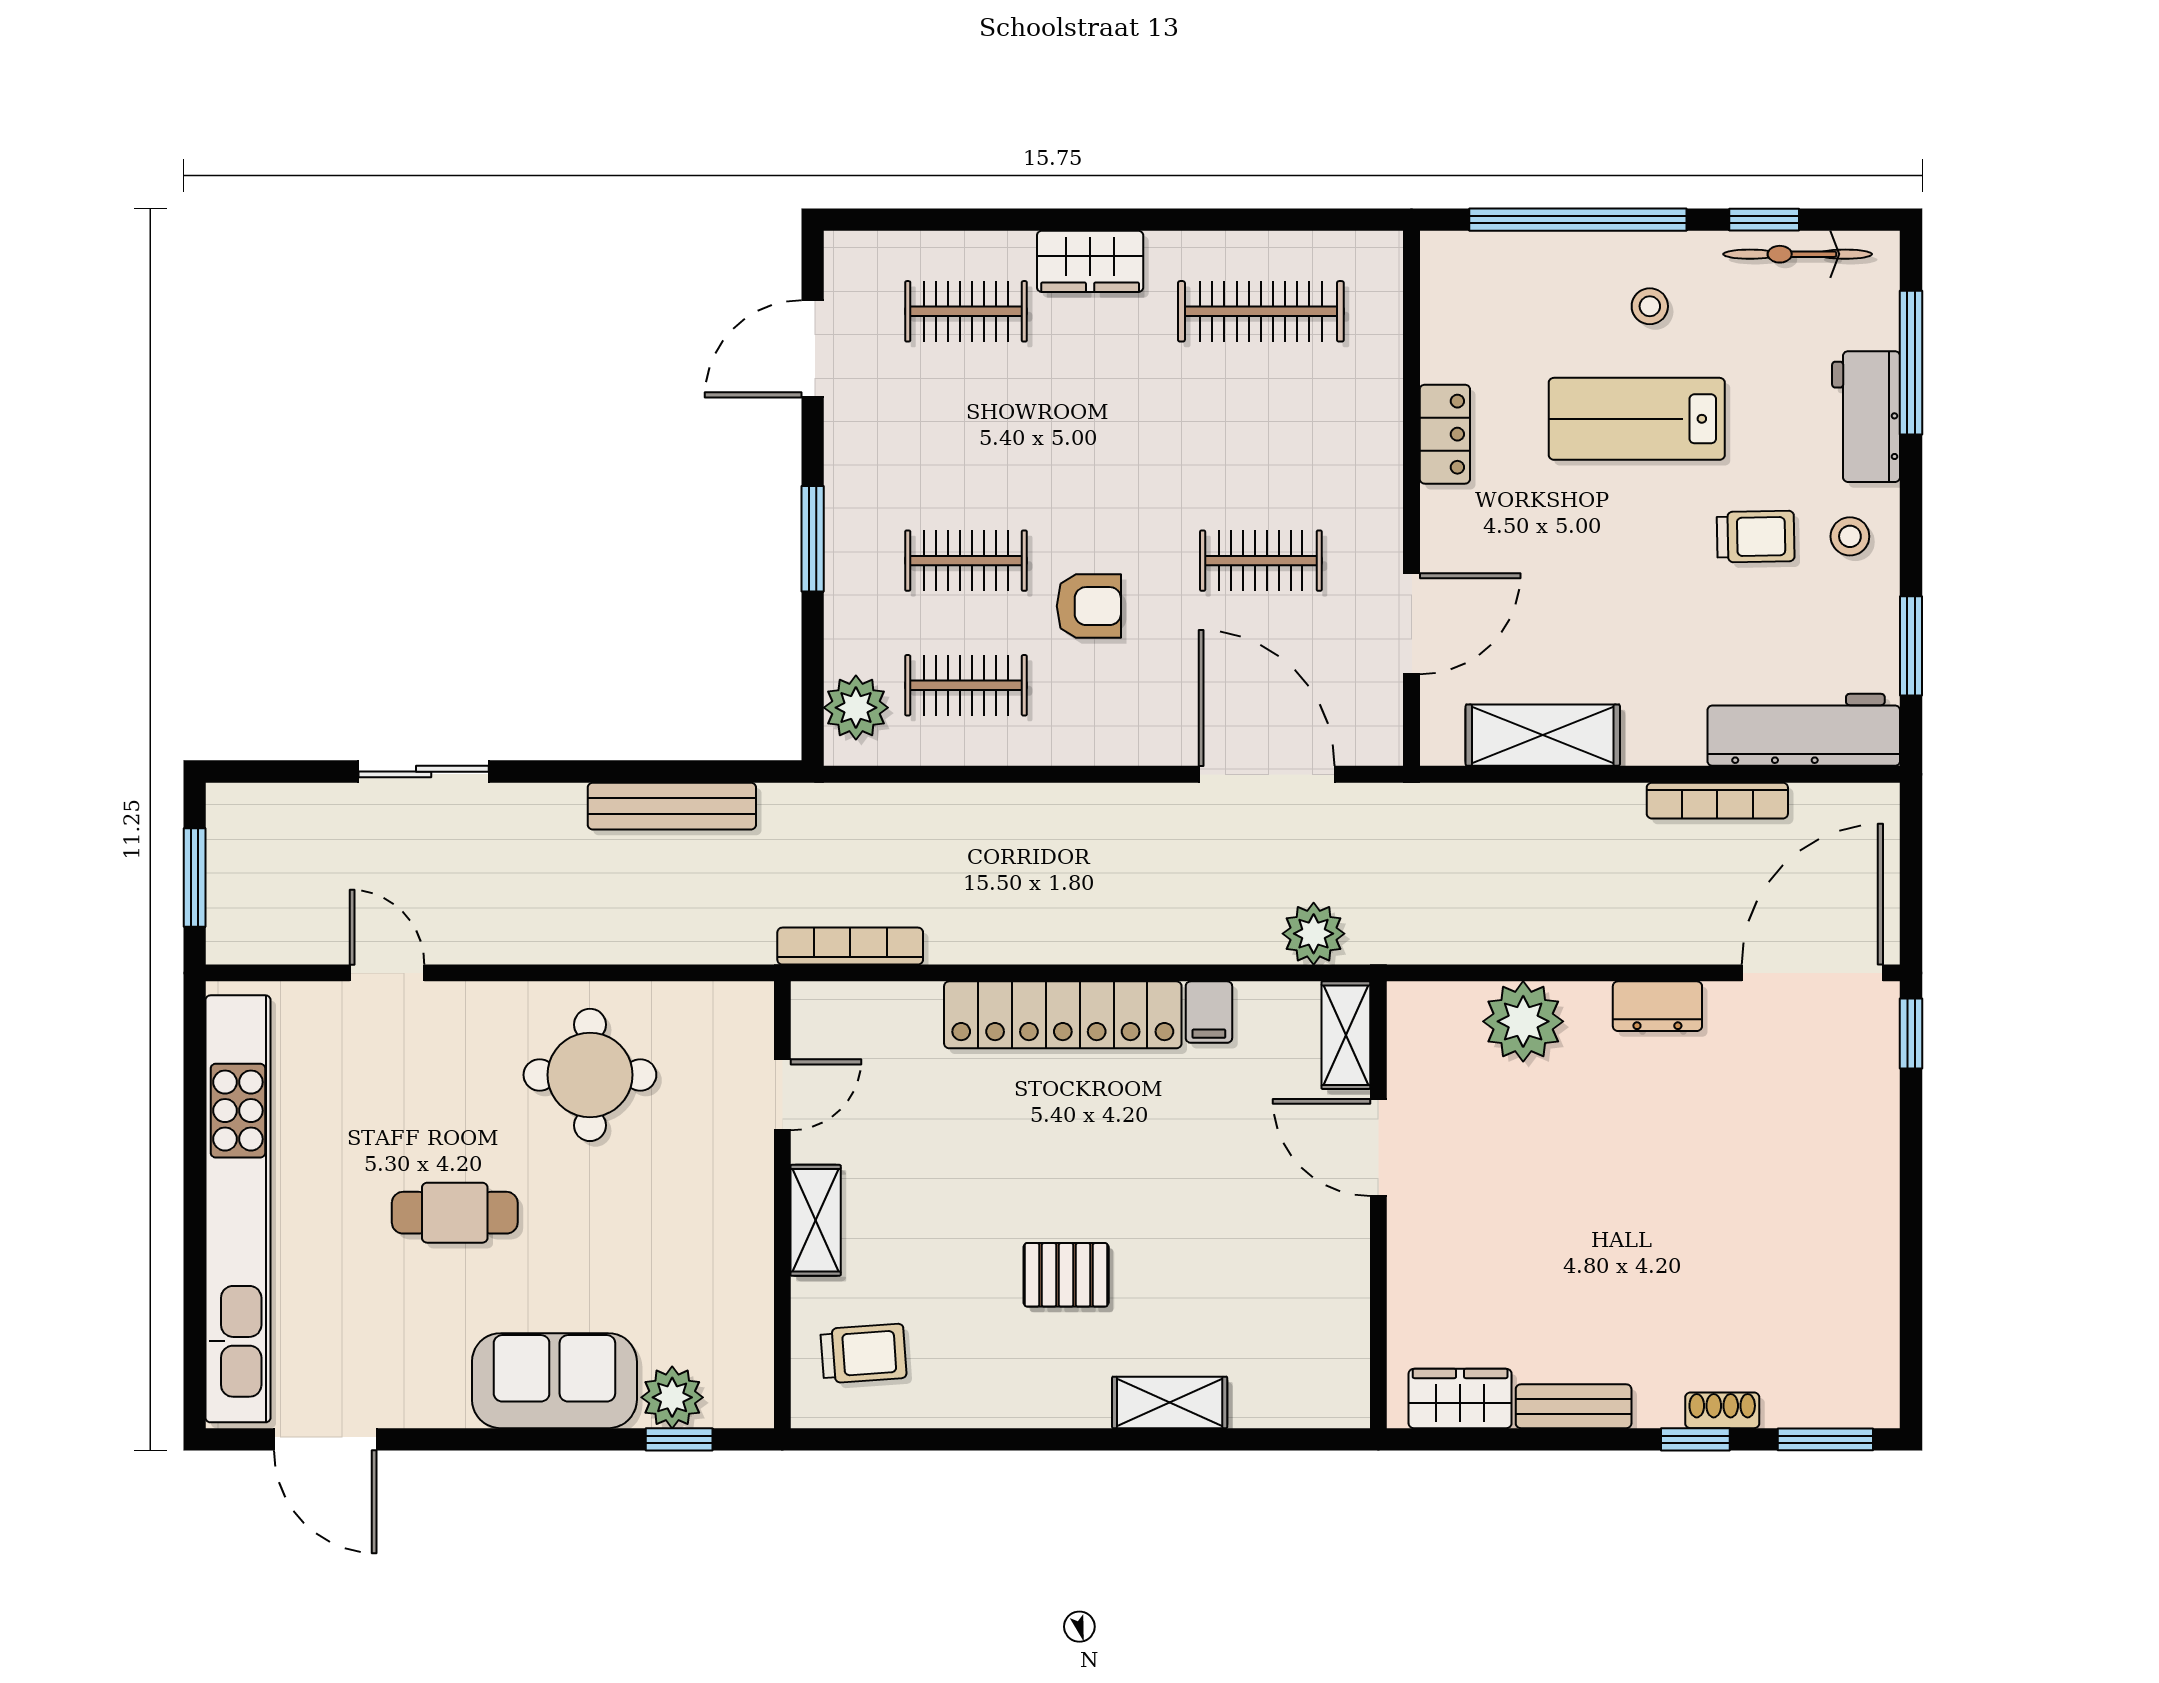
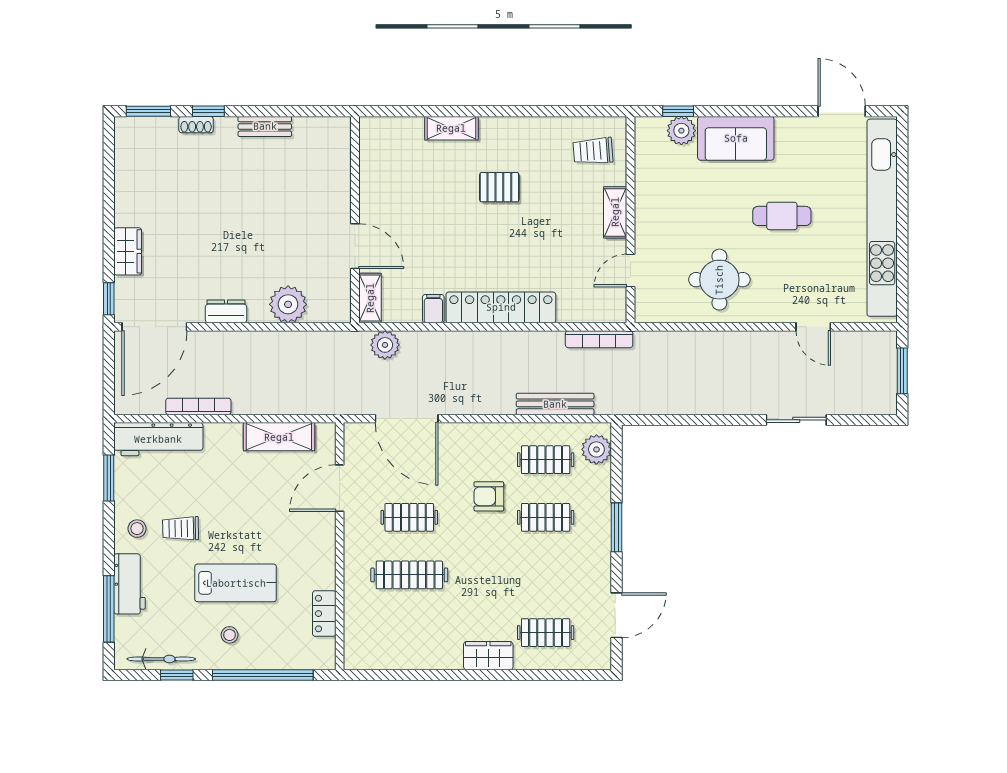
clothes rail: (1261, 311) -> (409, 575), moved
locker: (1445, 434) -> (324, 614), moved
bench: (672, 806) -> (555, 404), moved
wardrobe: (1460, 1399) -> (128, 251), moved, turned -90

